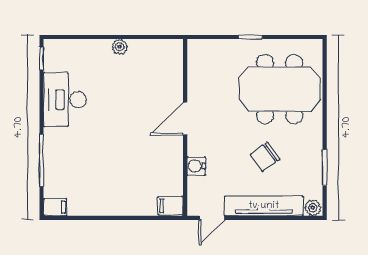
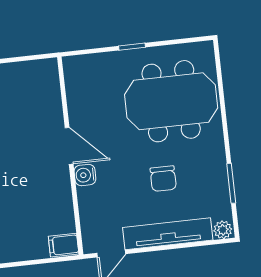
door: (185, 119) -> (69, 146), swing flipped
chair: (265, 157) -> (163, 179), turned -55
water cooler: (196, 166) -> (85, 175), moved

